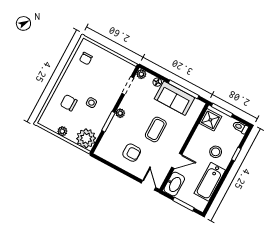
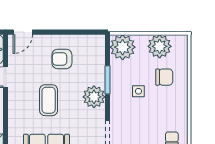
plant: (120, 113) -> (94, 97), width x1.87, depth x1.87
plant: (62, 131) -> (160, 46), width x1.88, depth x1.88
door: (148, 185) -> (23, 32), hinge flipped

